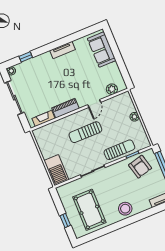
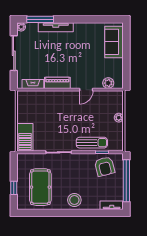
tv unit: (62, 50) -> (56, 27), moved, width x1.41
window: (26, 57) -> (40, 19), width x2.17
sun lounger: (85, 132) -> (67, 113), removed

